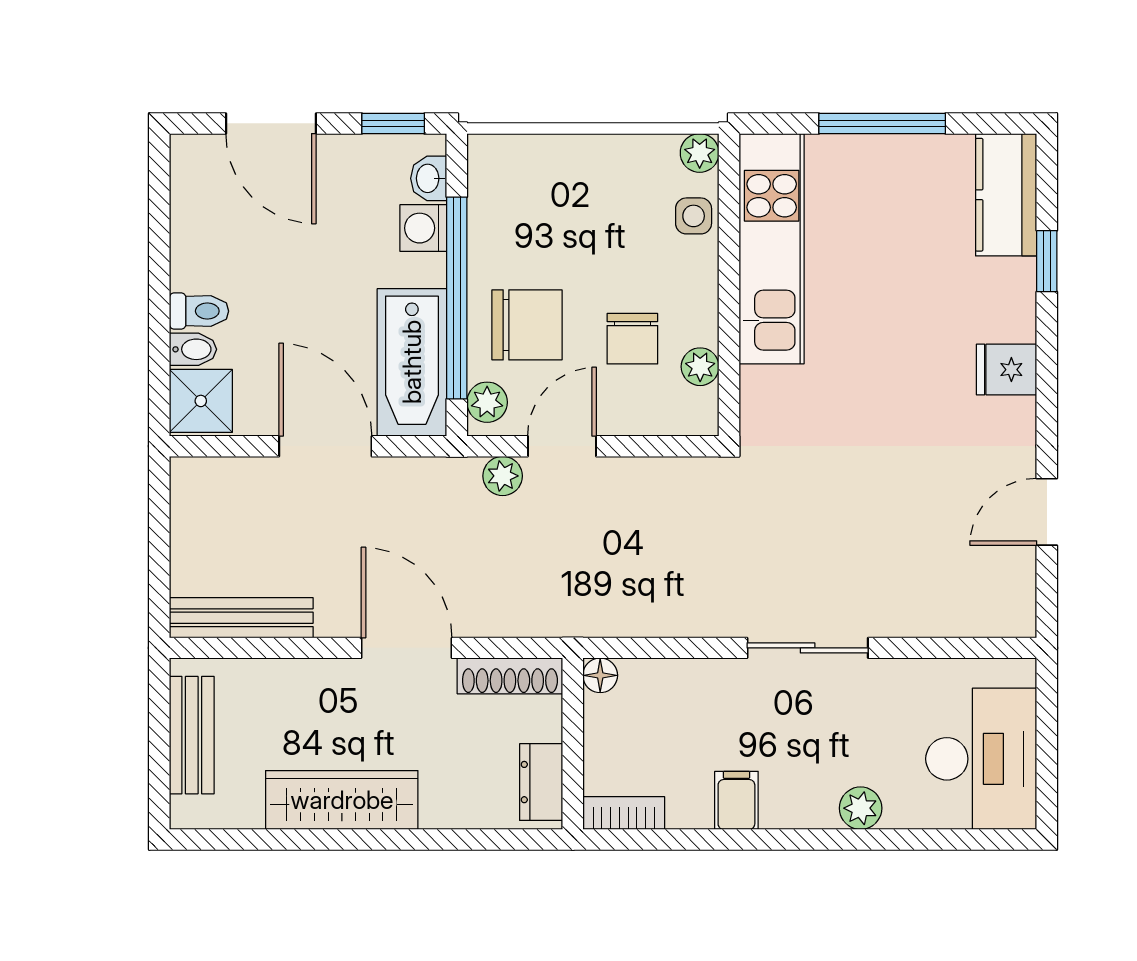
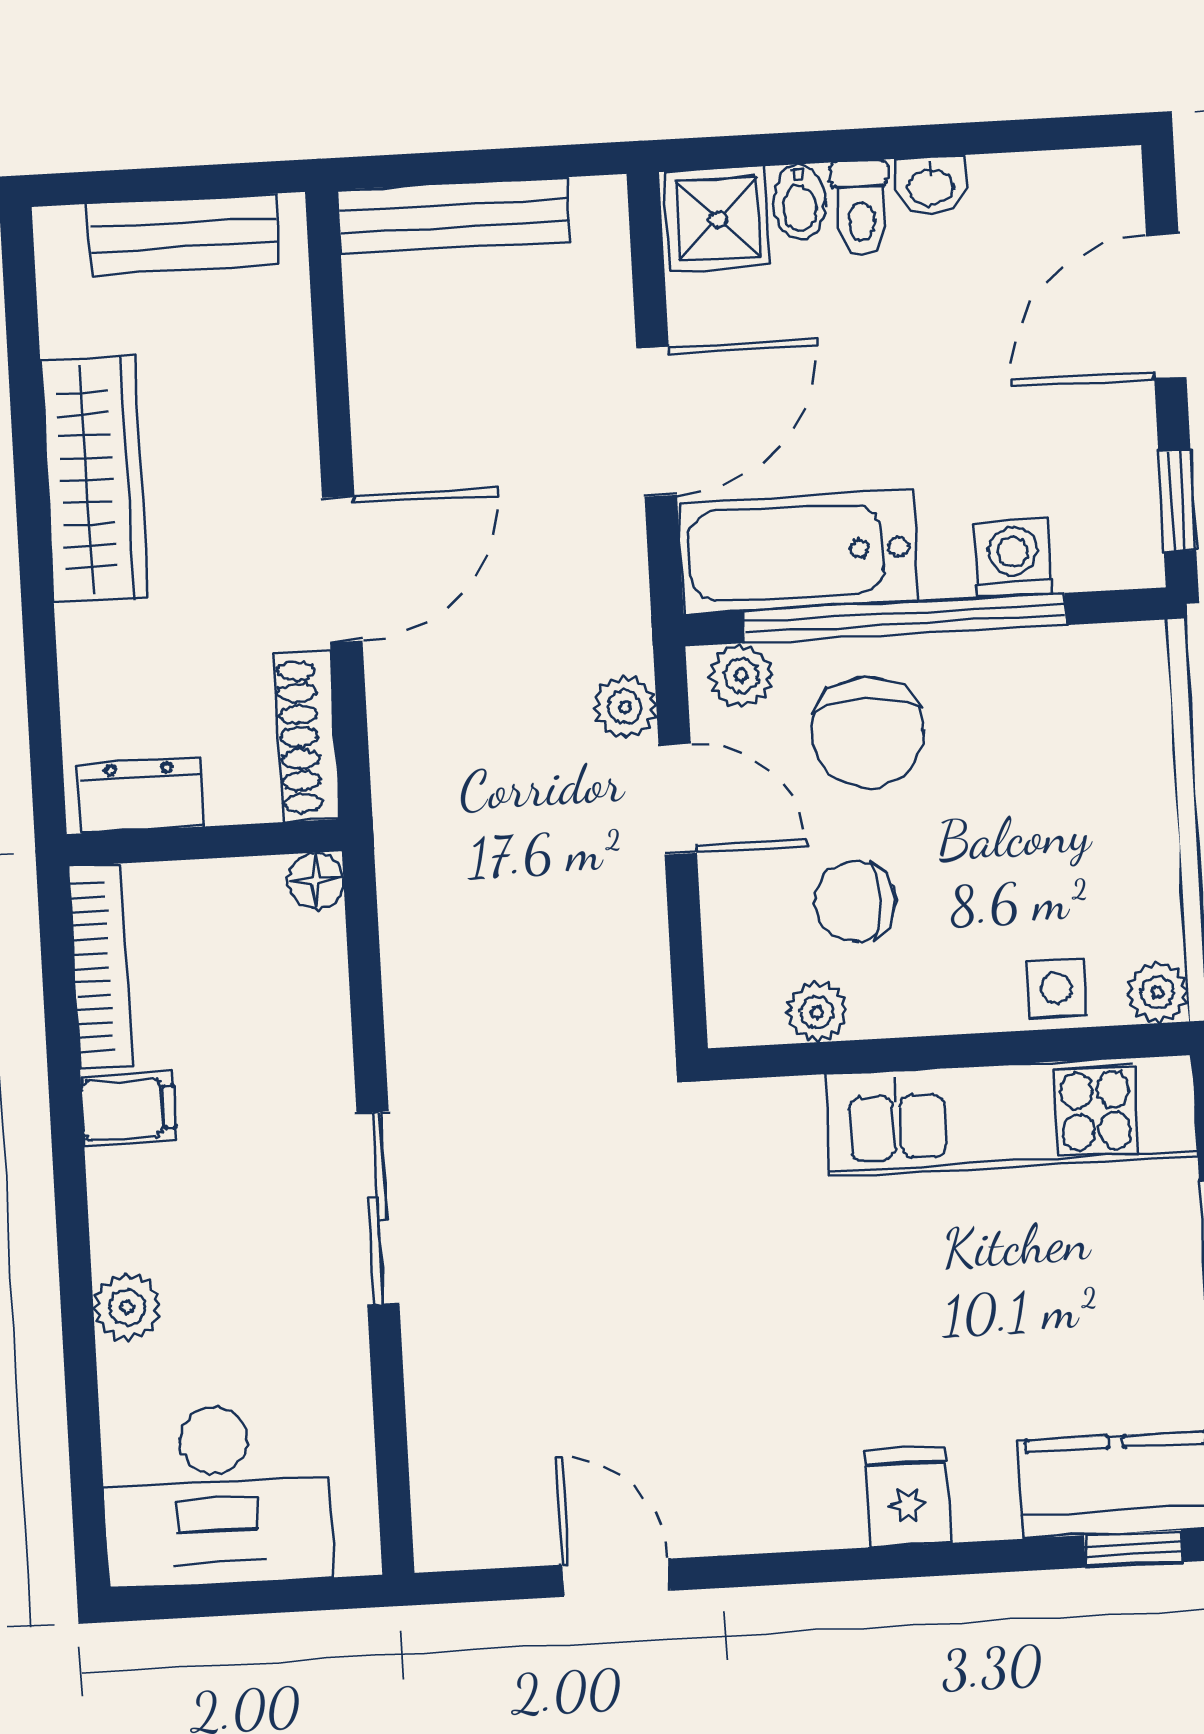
washbasin: (429, 178) -> (931, 186), moved, turned 180
window: (1047, 261) -> (1133, 1549), moved
fridge: (1006, 370) -> (908, 1497), moved
bench: (241, 618) -> (454, 216), moved, turned 90
bookcase: (624, 813) -> (100, 967), width x1.56

